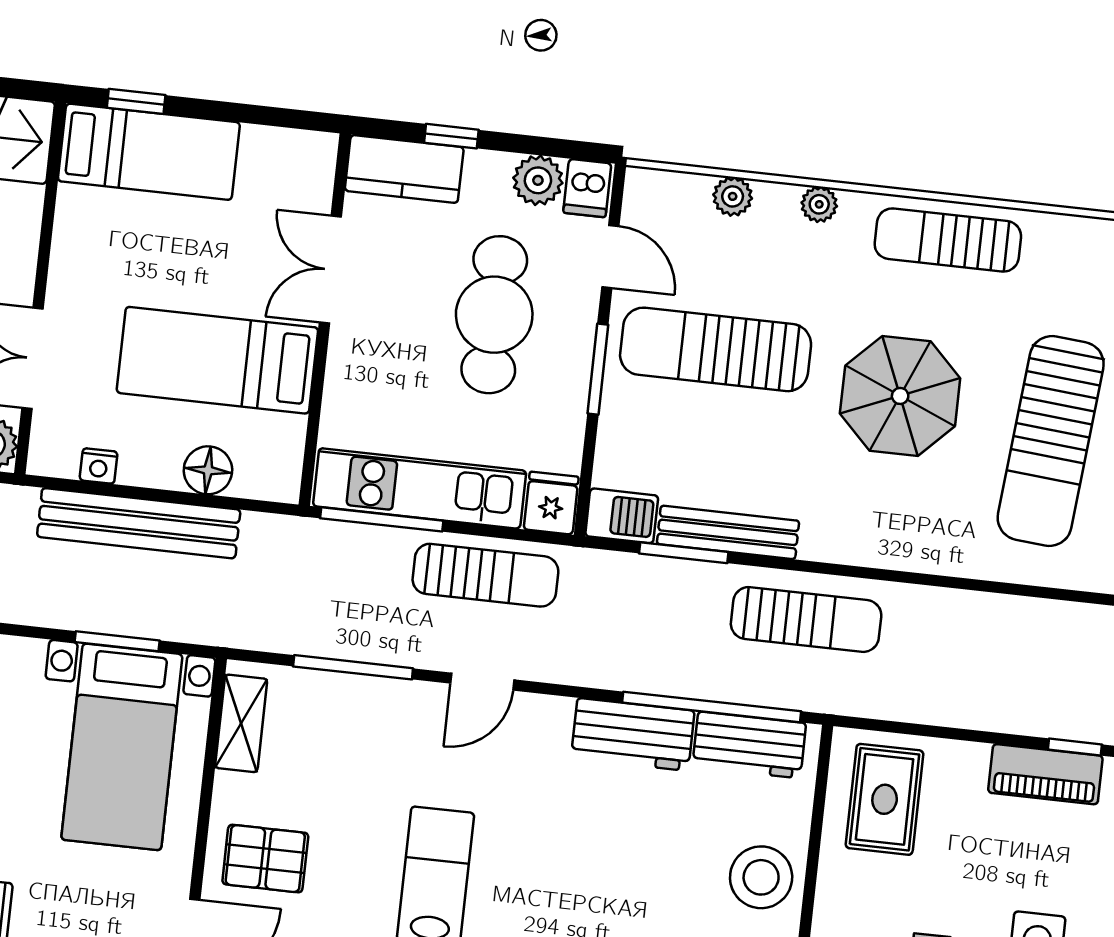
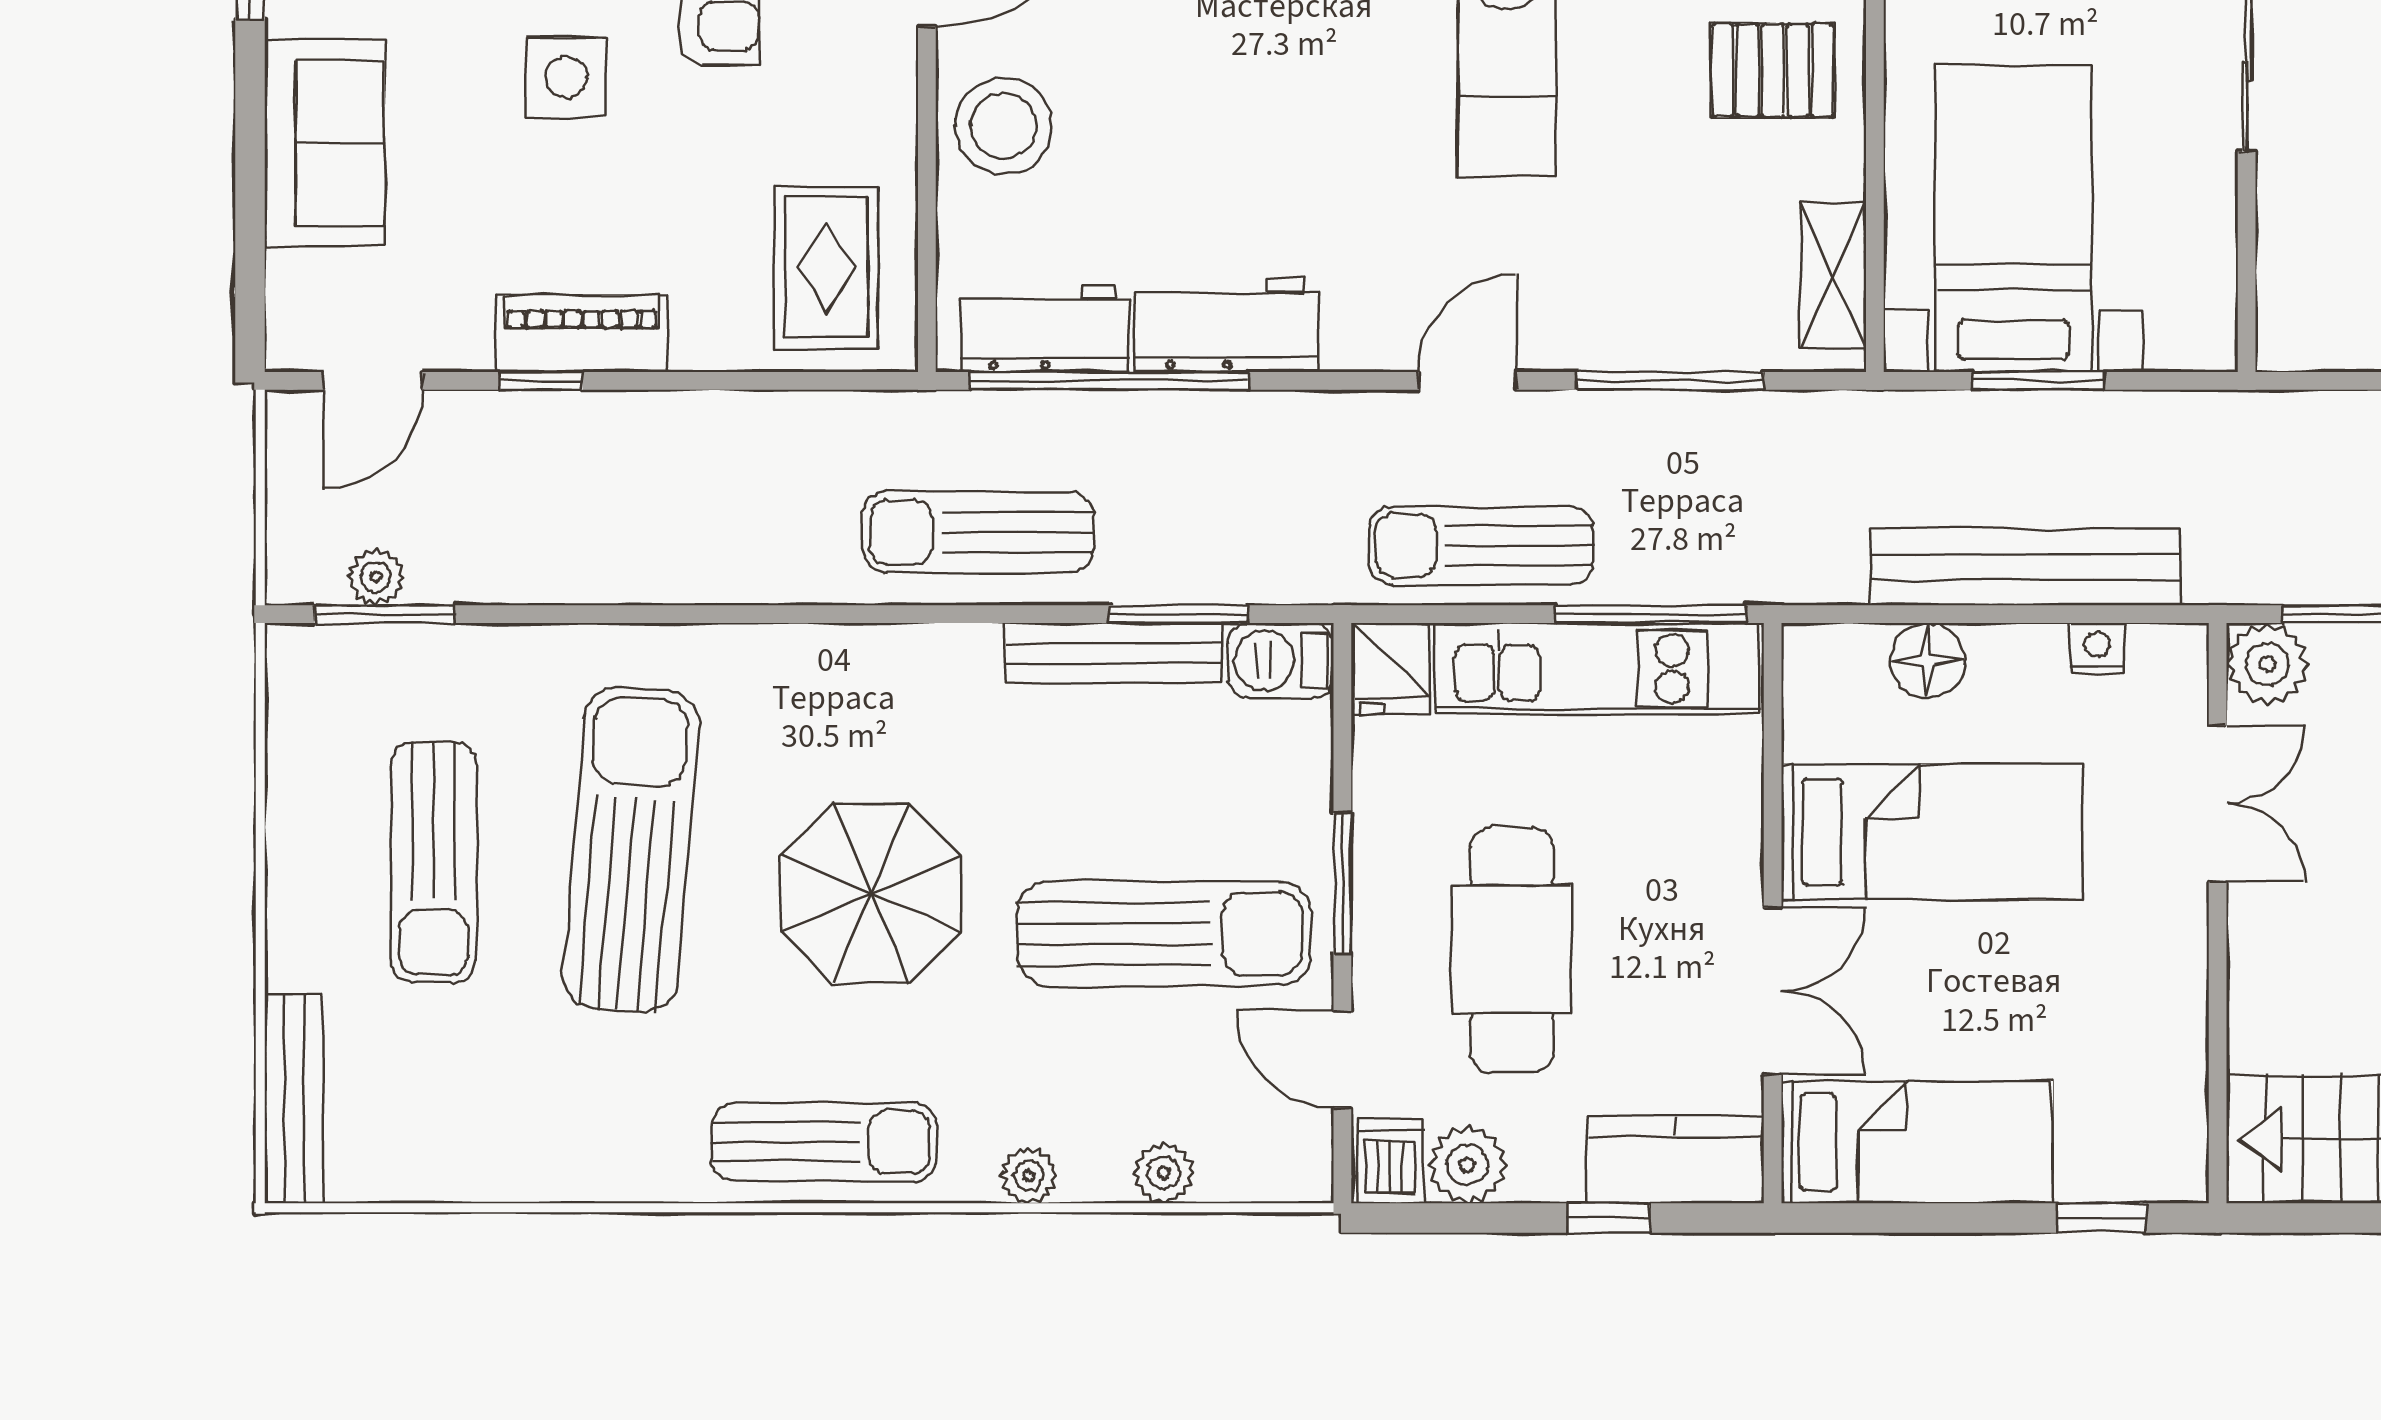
bed: (149, 152) -> (1917, 1142), moved, turned 180

